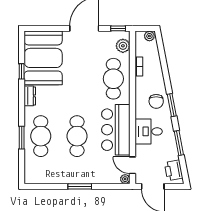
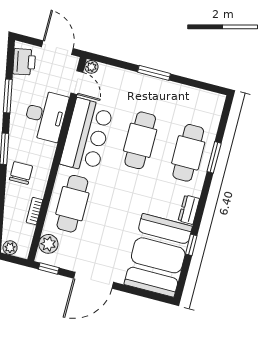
chair: (156, 101) -> (21, 173), moved
desk: (149, 131) -> (46, 116), width x1.37

